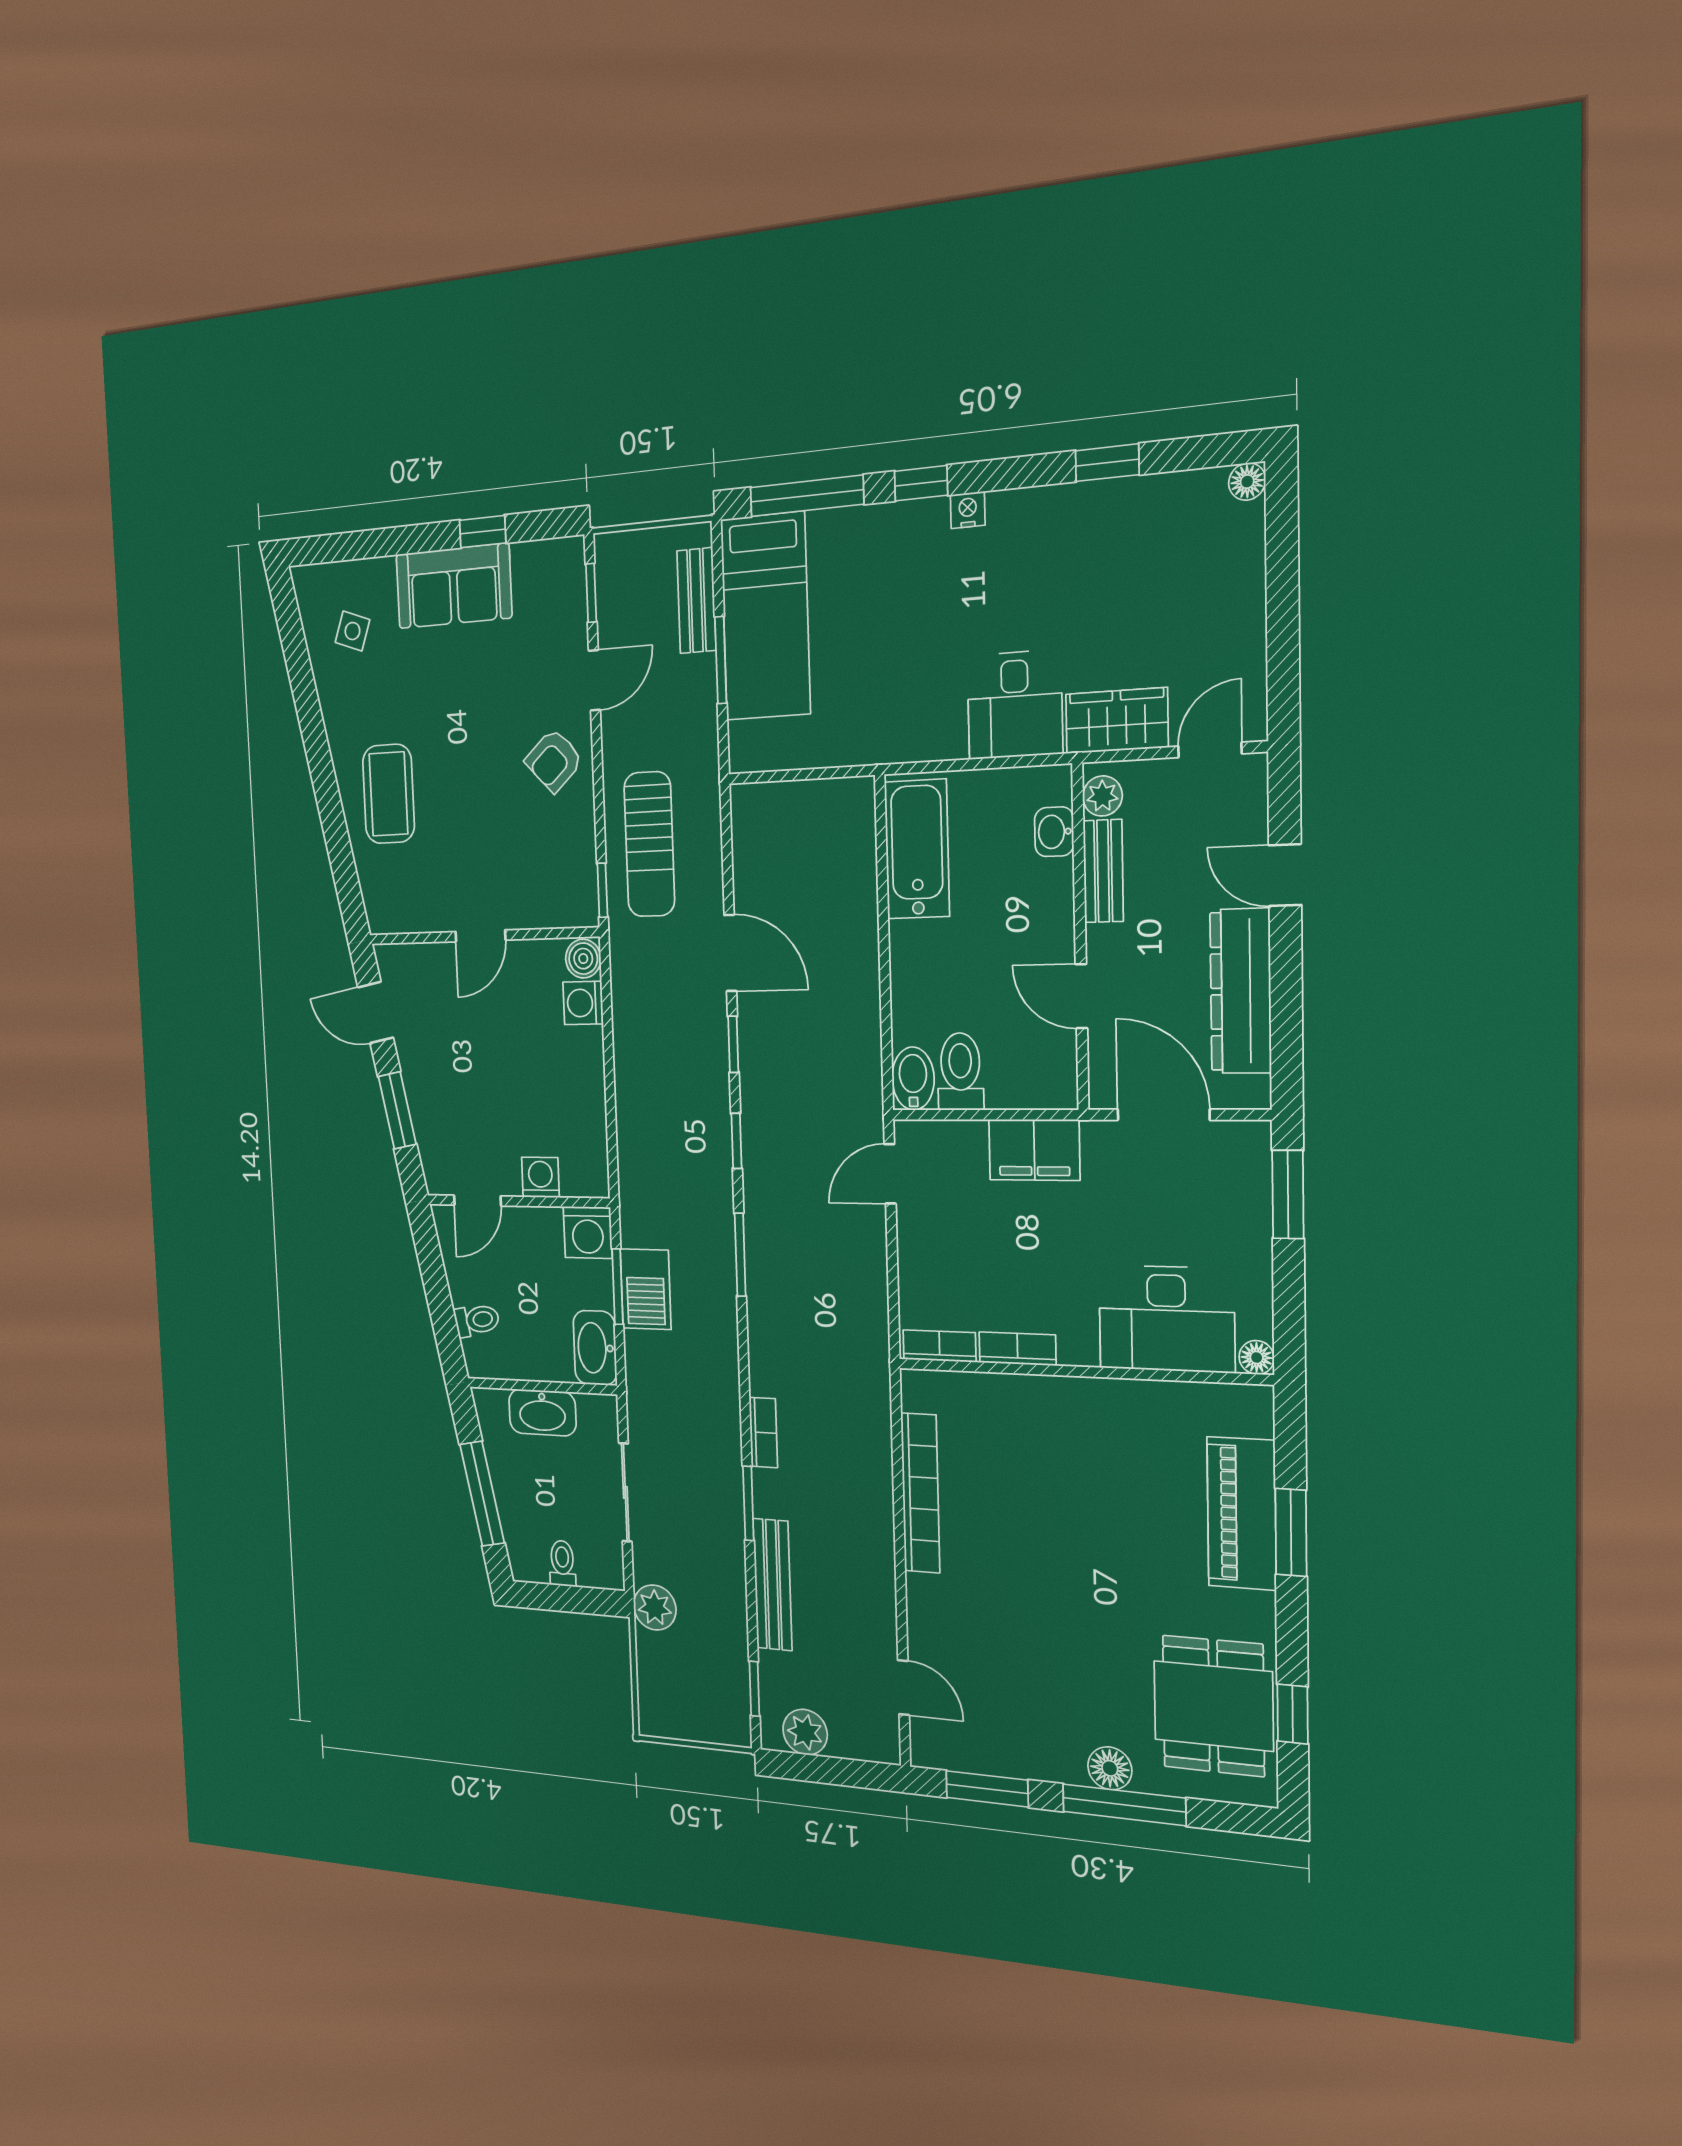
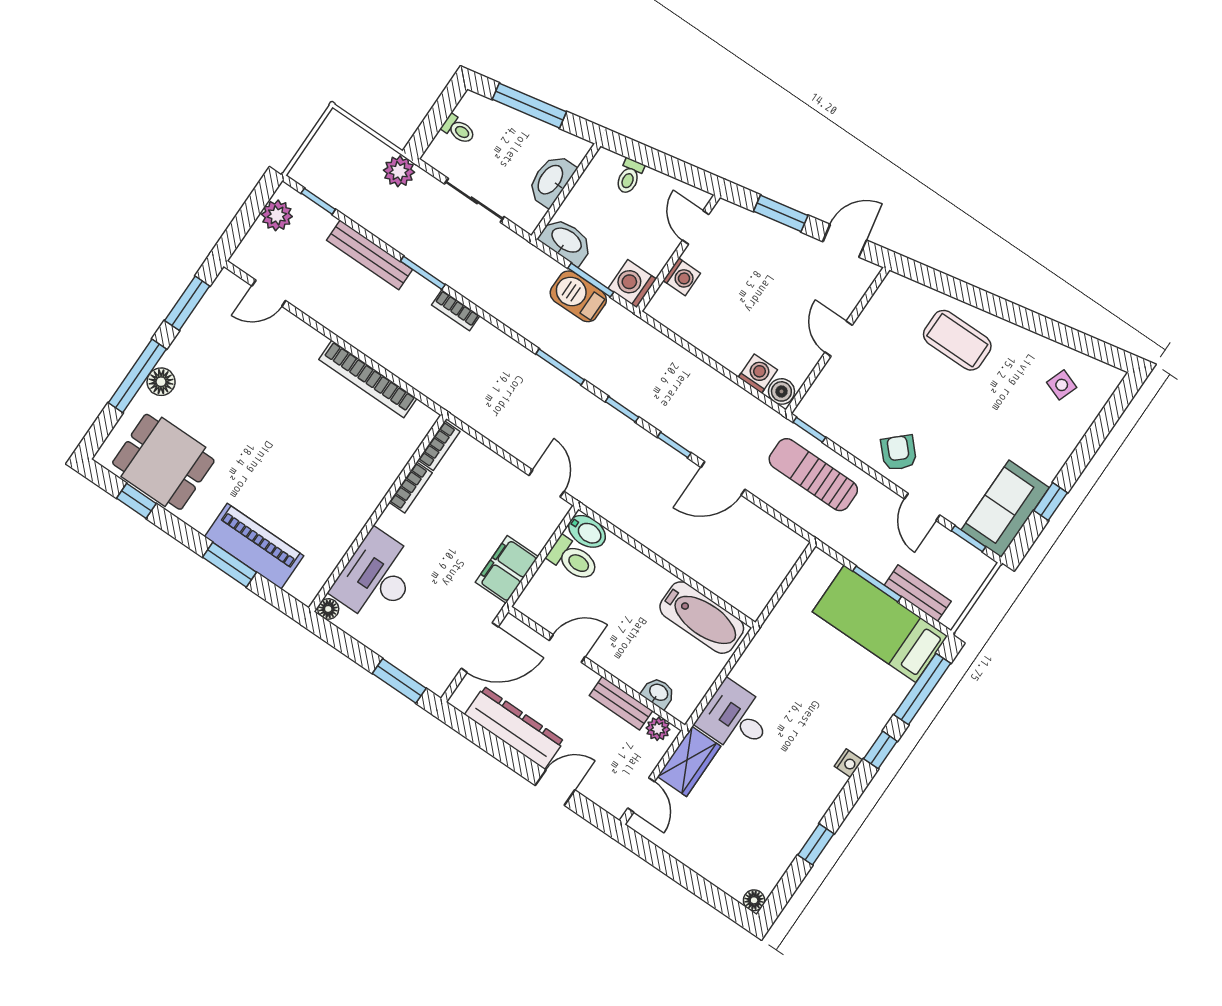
sofa: (454, 586) -> (1005, 509), moved

